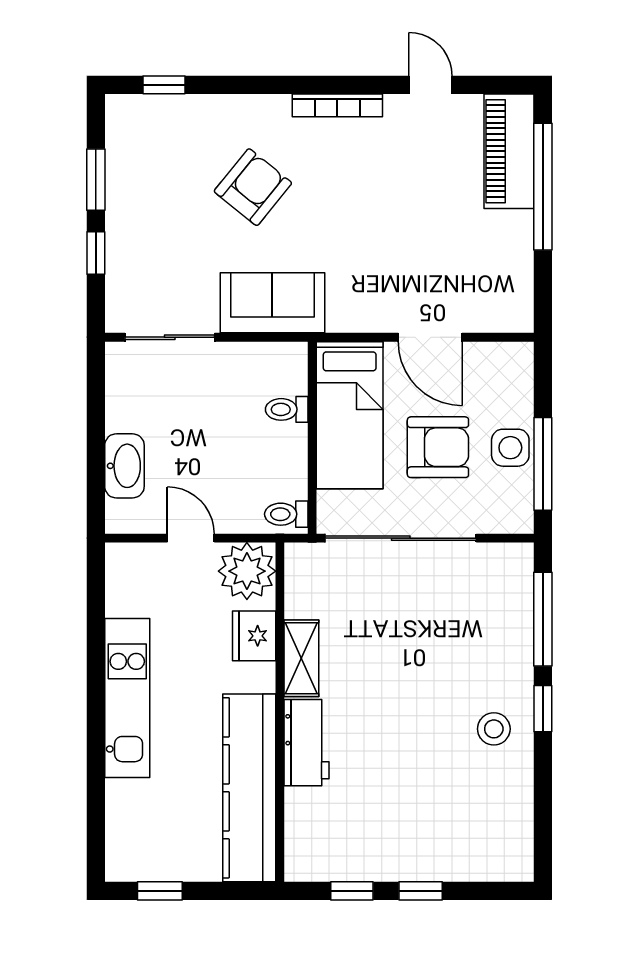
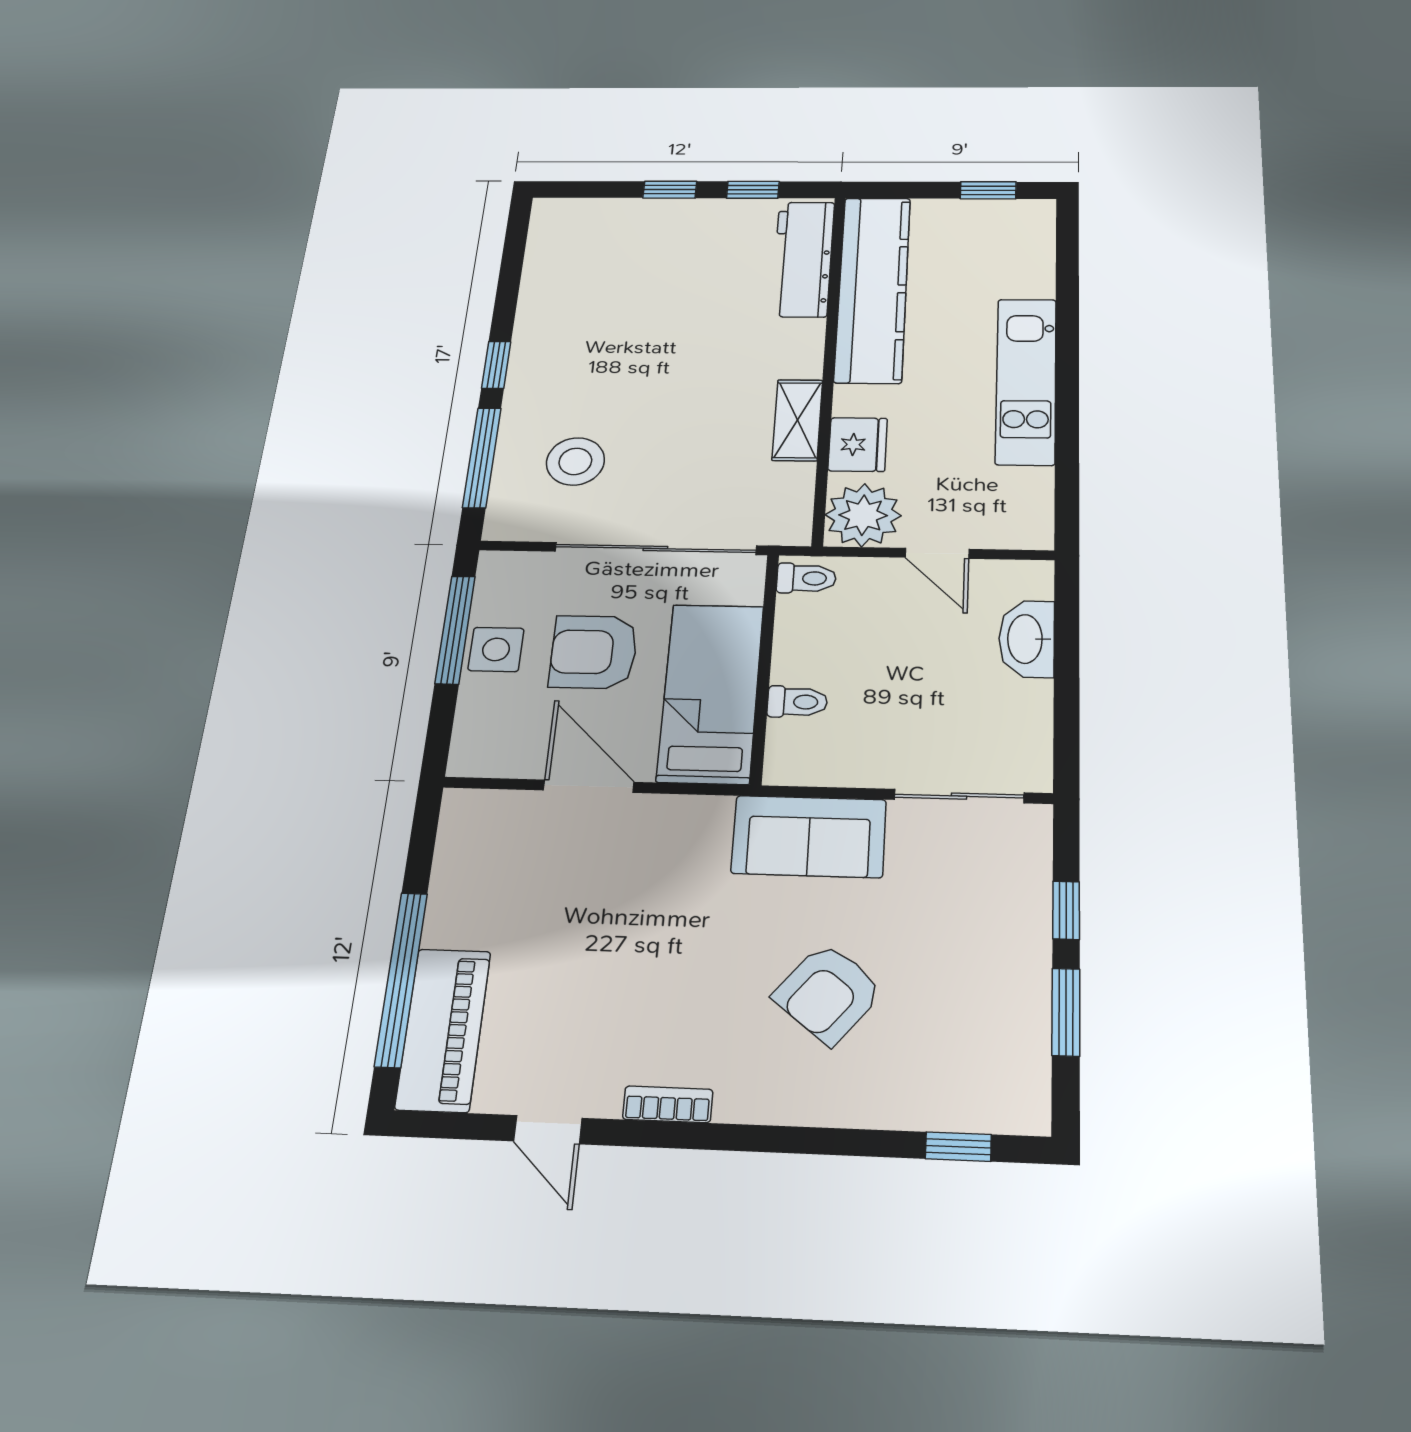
bookcase: (337, 105) -> (668, 1104), width x0.64
stool: (494, 729) -> (575, 461), moved, width x1.38, depth x1.38
workbench: (307, 743) -> (803, 259), moved, width x1.38

